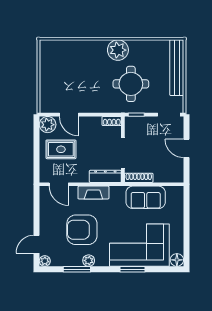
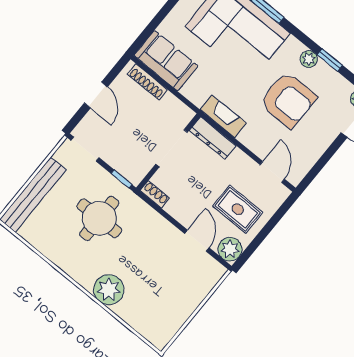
plant: (118, 50) -> (109, 290), moved
shoe rack: (139, 178) -> (147, 82), moved
fireplace: (93, 193) -> (223, 116), moved
sofa: (146, 197) -> (166, 61), moved
window: (77, 269) -> (330, 60), width x0.67

